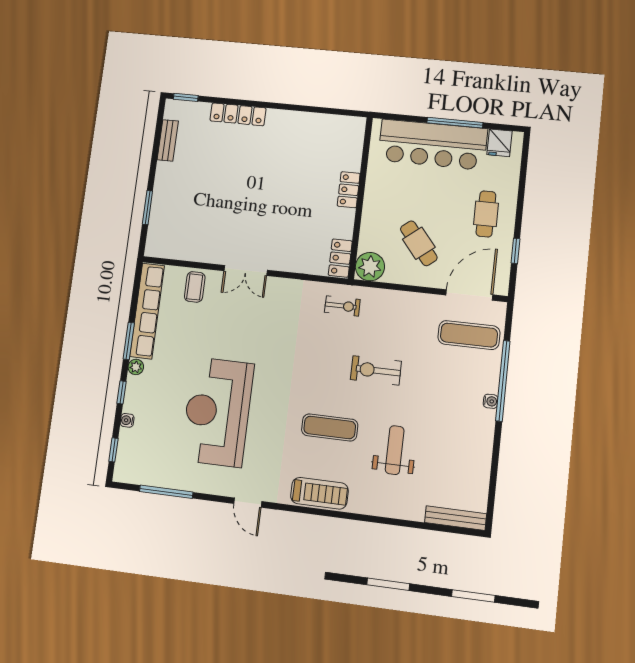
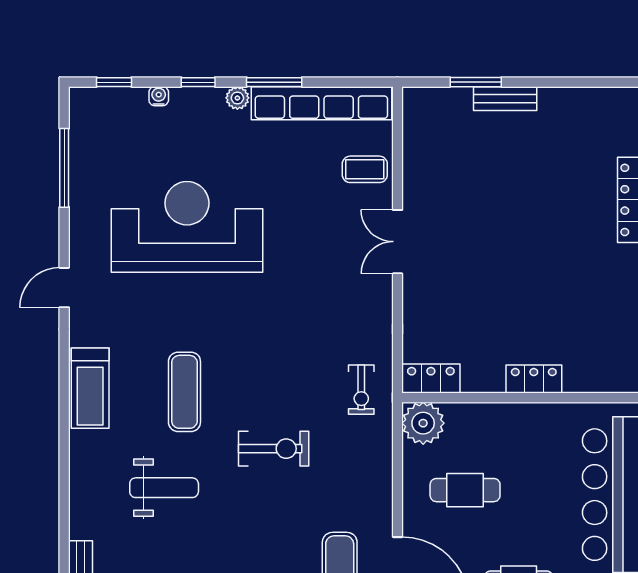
bench: (168, 140) -> (505, 99), moved
cafe table: (419, 243) -> (465, 490), turned 39
exercise bike: (376, 370) -> (274, 449), turned 90

